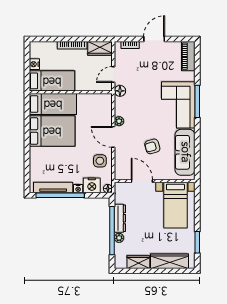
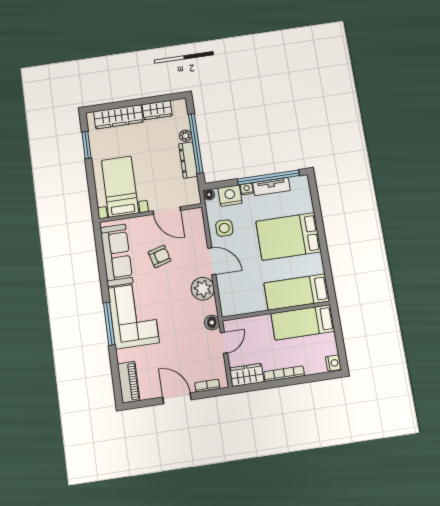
door: (154, 39) -> (177, 398), swing flipped
nightstand: (34, 64) -> (333, 363), moved
plant: (119, 121) -> (203, 289), width x1.87, depth x1.87
bed: (52, 131) -> (288, 236), moved
tv unit: (53, 188) -> (272, 187), width x0.71

